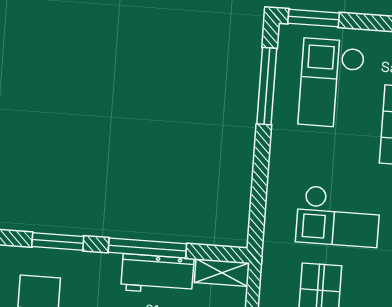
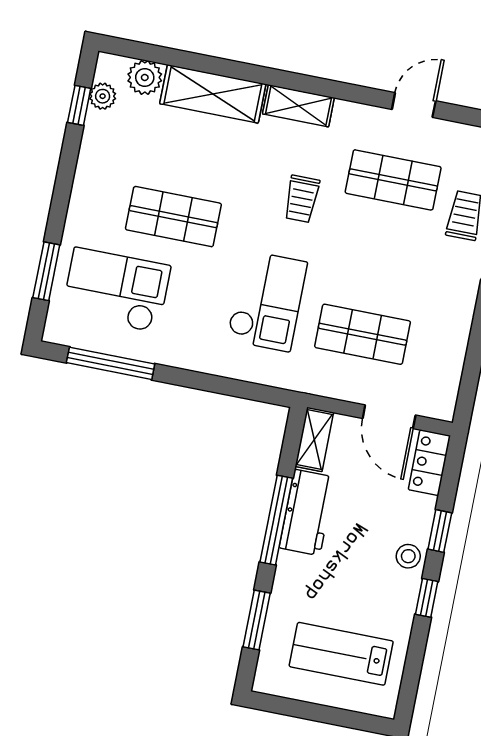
window: (314, 18) -> (46, 271), moved
checkout: (331, 83) -> (116, 290), turned 180

